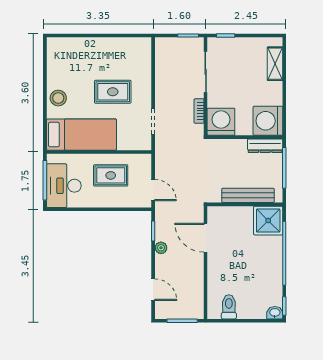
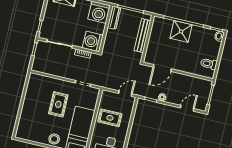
rug: (111, 175) -> (110, 118), turned 90
shower: (268, 221) -> (181, 31), moved

